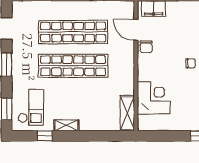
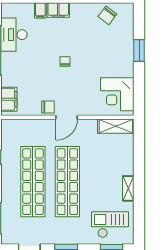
door: (136, 30) -> (67, 117), moved
corner desk: (154, 98) -> (117, 94), moved, turned -90
window: (45, 136) -> (139, 210), removed

